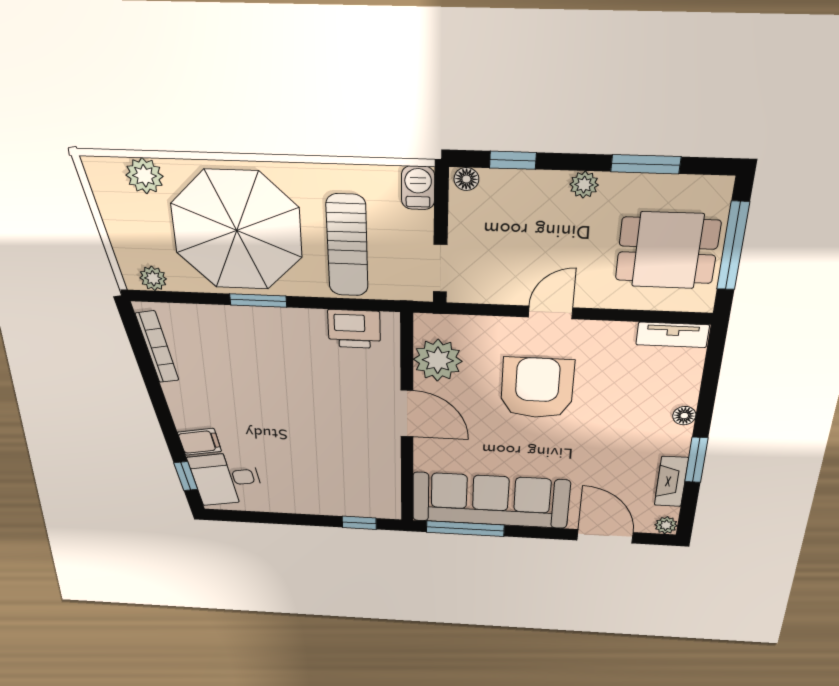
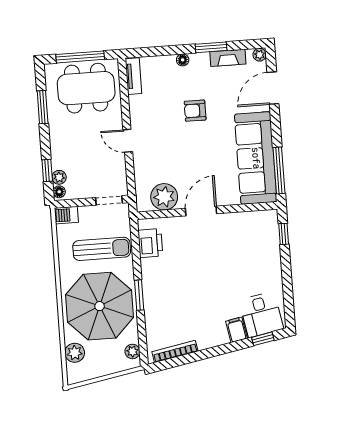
plant: (584, 185) -> (59, 177), moved
dining table: (668, 251) -> (86, 88), width x1.38
armchair: (537, 388) -> (195, 111), moved, width x0.53, depth x0.53

